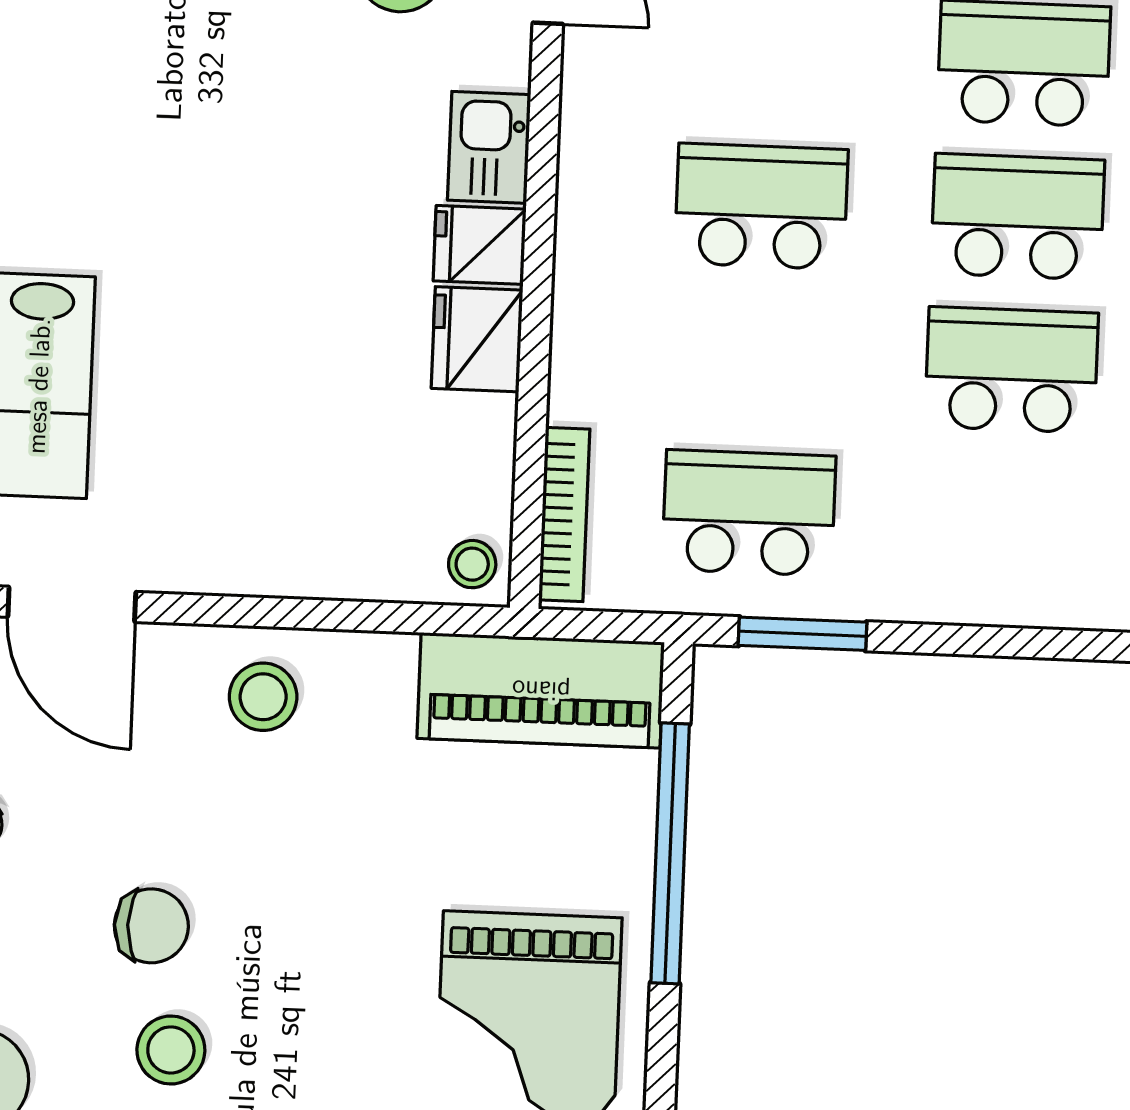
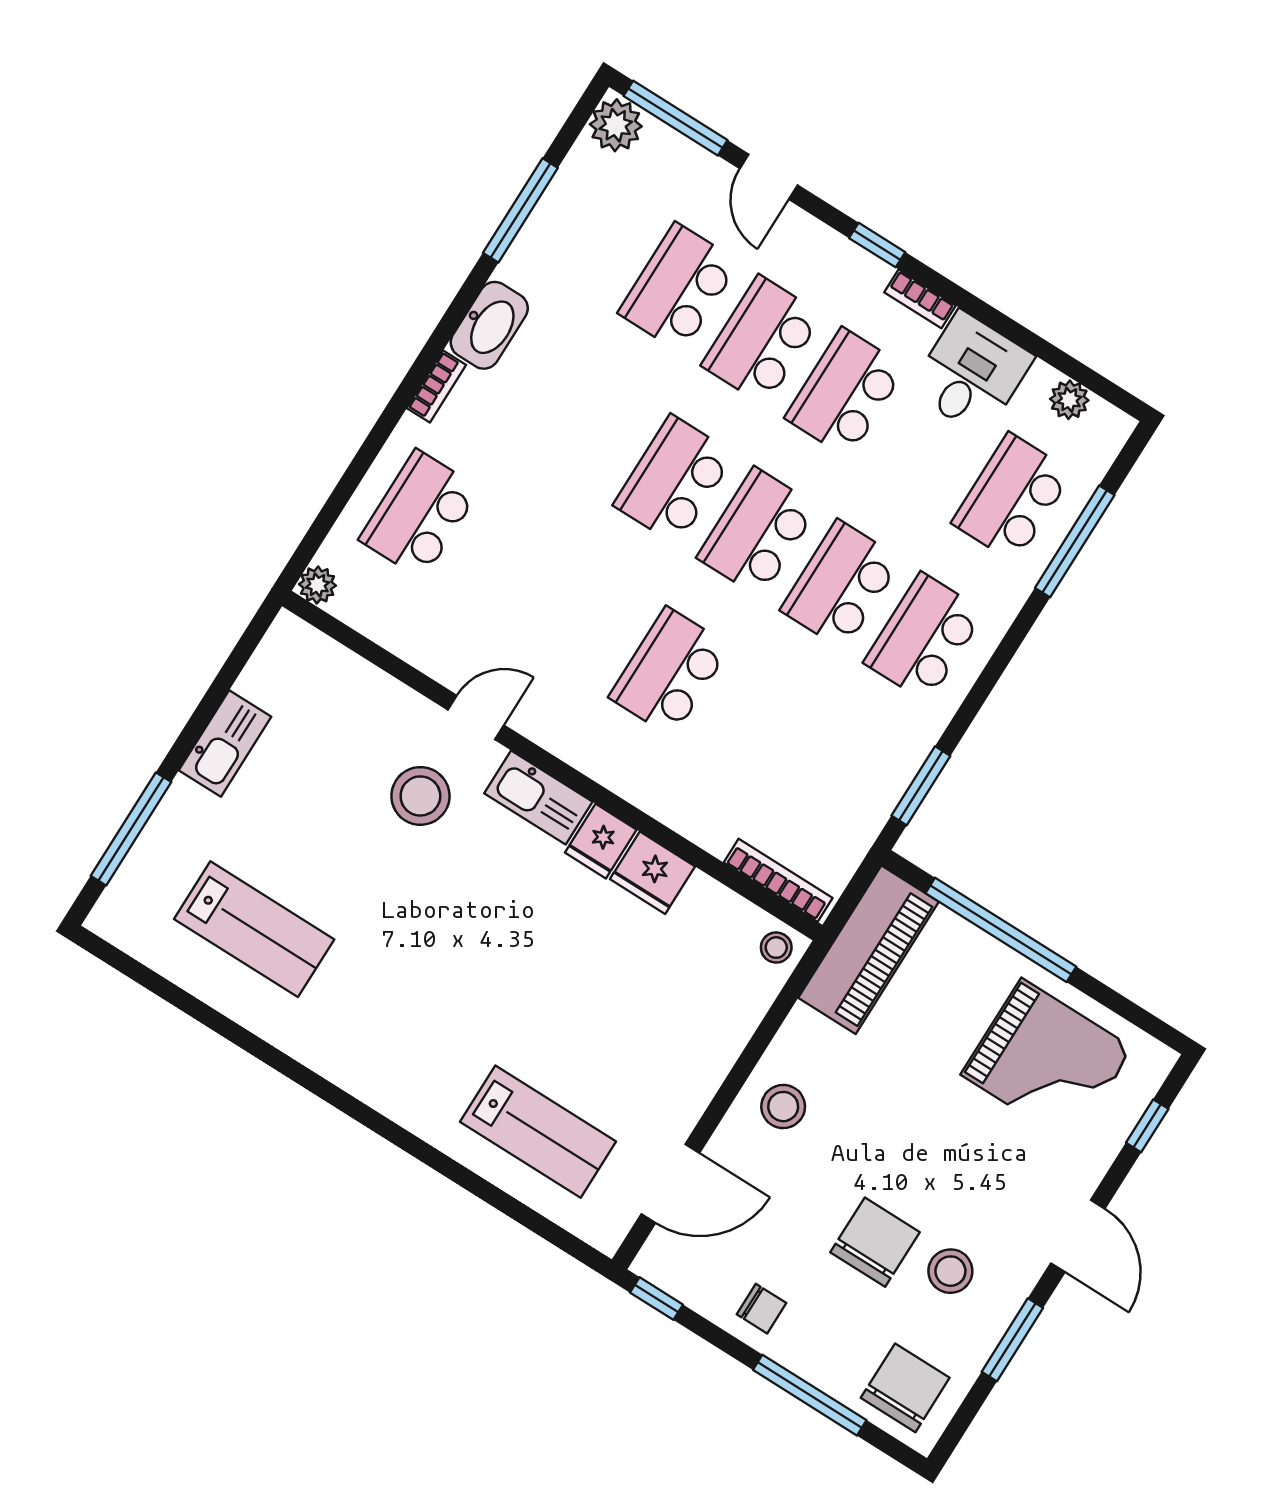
kitchen sink: (489, 147) -> (538, 798), width x1.38
school desk: (749, 513) -> (924, 637), moved
chair: (151, 926) -> (875, 1242), width x1.37, depth x1.37

